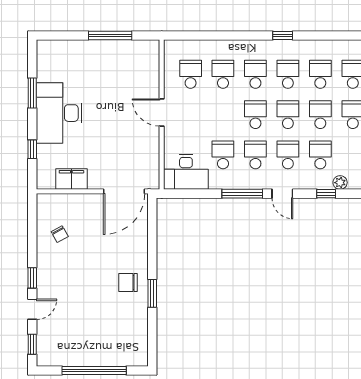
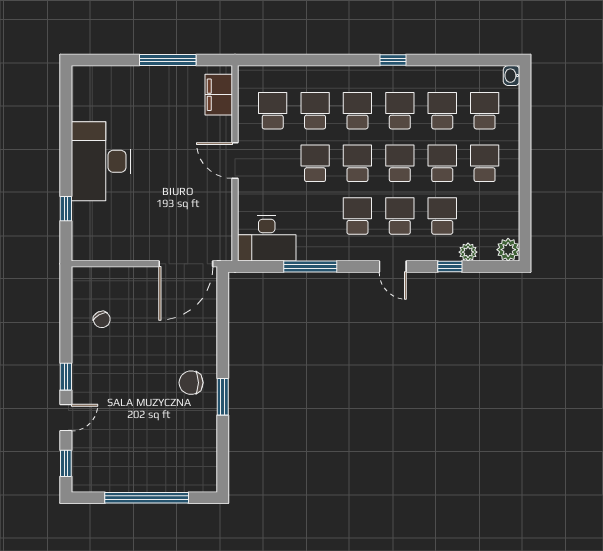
window: (32, 93) -> (66, 135), removed
school desk: (223, 155) -> (315, 163), moved
filing cabinet: (71, 179) -> (219, 95), moved, turned -90
window: (242, 194) -> (310, 267), moved

